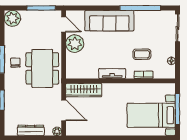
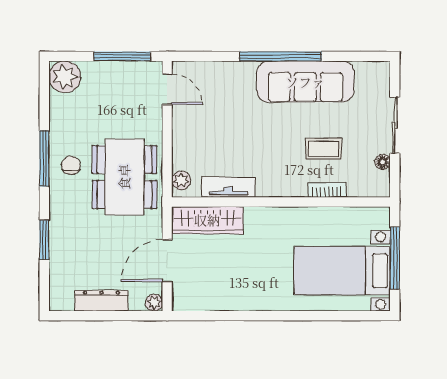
window: (140, 8) -> (281, 56), moved
sofa: (109, 21) -> (305, 82), moved
sliding door: (178, 28) -> (395, 125), moved
plant: (75, 44) -> (181, 180), moved, width x0.53, depth x0.53
tv unit: (112, 74) -> (228, 187), moved
door: (64, 110) -> (167, 261), swing flipped

